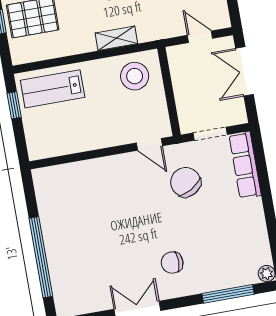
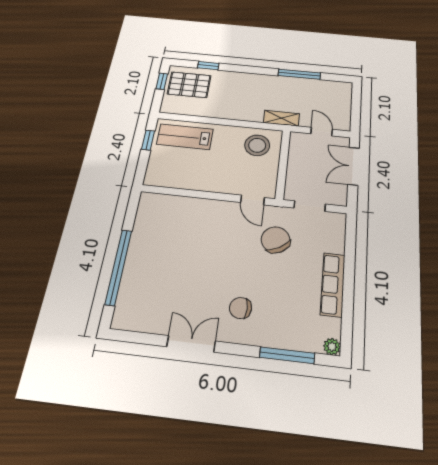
shelving: (116, 38) -> (281, 118), moved
row of seats: (245, 165) -> (333, 284), moved

